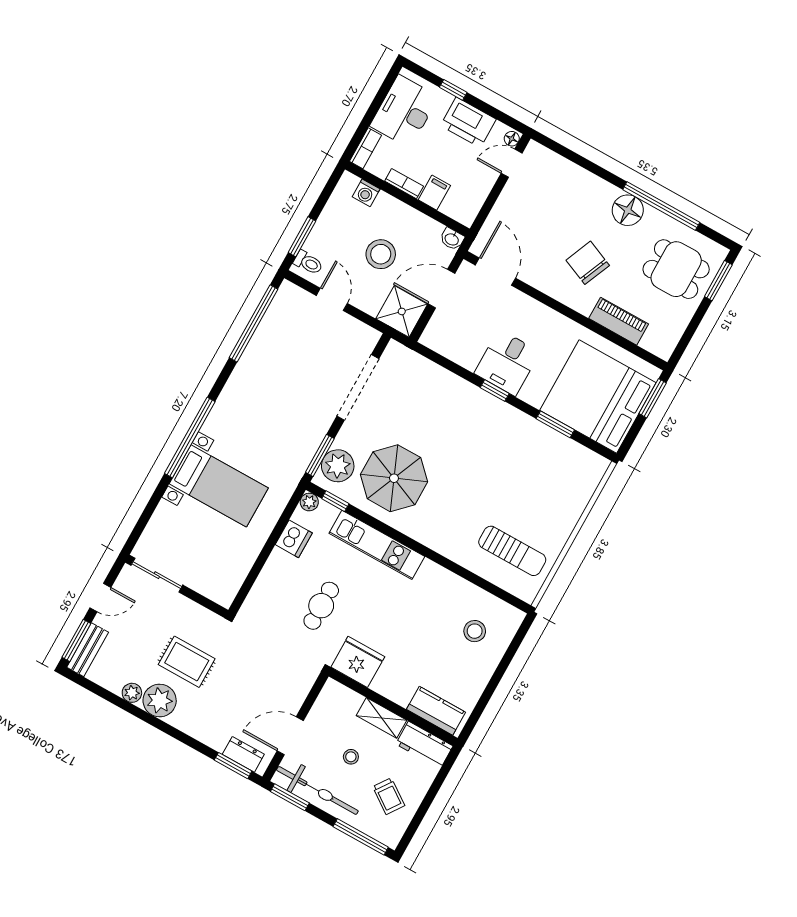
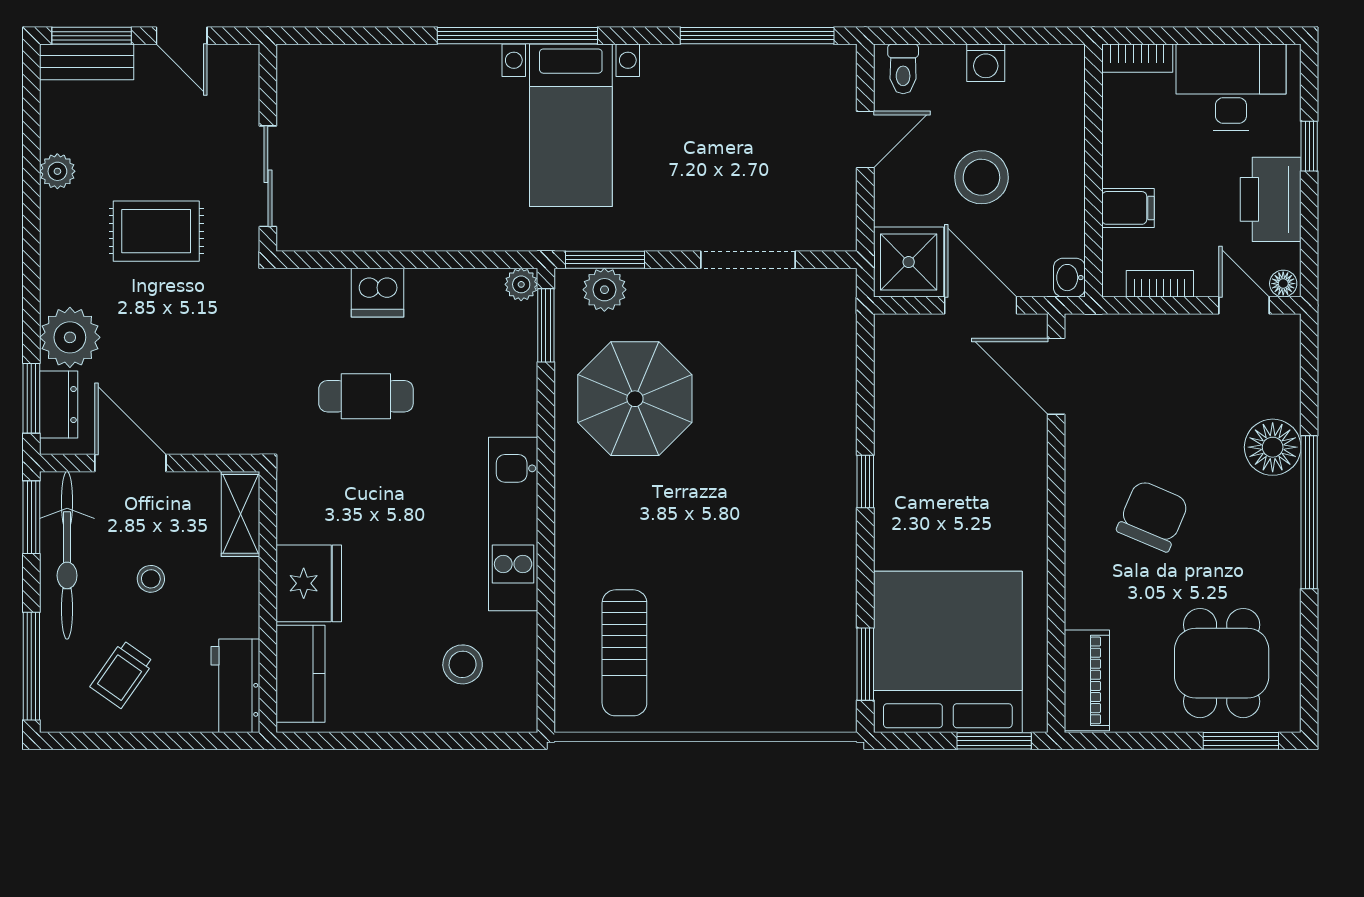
bookcase: (404, 184) -> (1160, 284), moved, turned -90
washing machine: (366, 193) -> (986, 63), moved, turned -90
window: (661, 206) -> (1309, 512), moved
floor lamp: (628, 210) -> (1273, 447), moved
window: (302, 237) -> (939, 36), removed
door: (495, 272) -> (1056, 376), swing flipped
piano: (619, 321) -> (1087, 680), moved
desk: (507, 363) -> (921, 476), removed
doorway: (358, 387) -> (748, 260), width x0.73
window: (555, 424) -> (865, 664), moved
plant: (338, 466) -> (604, 290), width x0.73, depth x0.73
bed with nightstands: (219, 486) -> (571, 125), moved
window: (335, 501) -> (546, 325), width x1.50
dishwasher: (294, 539) -> (378, 293), moved
kitchen unit: (377, 545) -> (513, 524), moved
sliding door: (157, 575) -> (268, 176), moved
rug: (187, 662) -> (156, 231), turned 90
fridge: (358, 662) -> (309, 583), moved
plant: (160, 700) -> (70, 337), moved
shelving: (382, 718) -> (240, 514), moved

